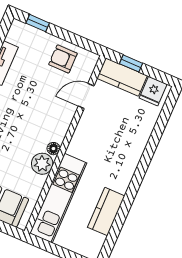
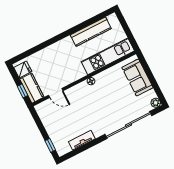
armchair: (63, 59) -> (52, 119), removed
plant: (42, 164) -> (102, 78), removed
kitchen counter: (106, 212) -> (91, 32), width x1.50

